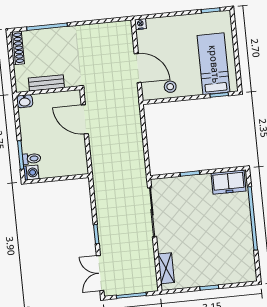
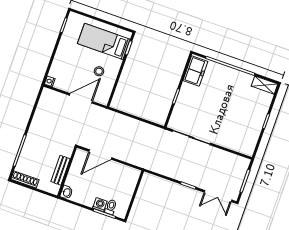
stool: (170, 87) -> (99, 71), moved
washing machine: (31, 173) -> (100, 205), moved
shelving: (166, 268) -> (264, 85), moved

